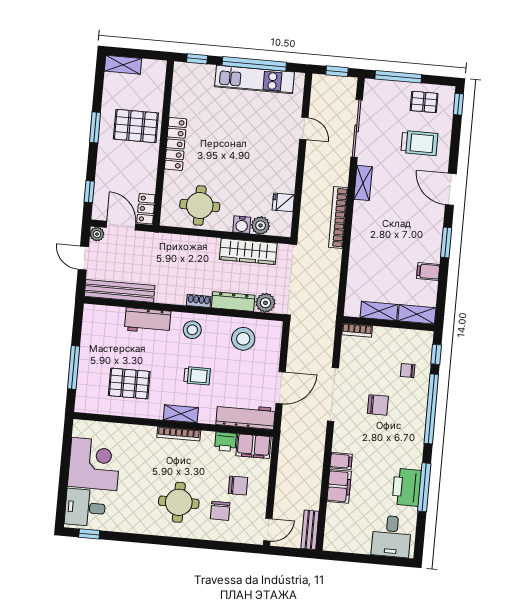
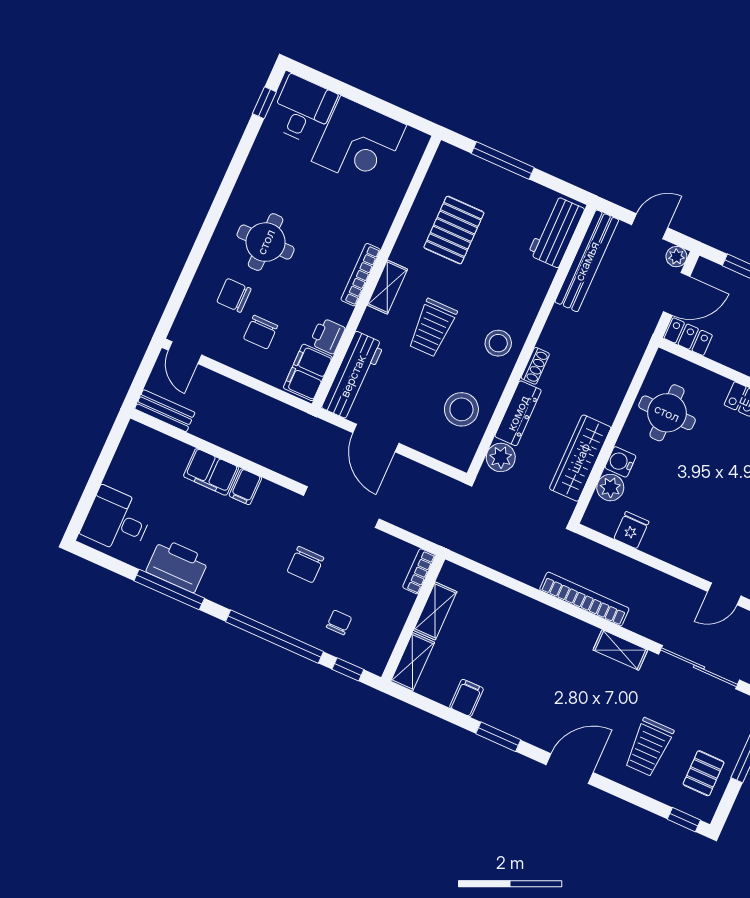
workbench: (148, 321) -> (556, 232), moved
trolley: (197, 376) -> (432, 328), width x1.36, depth x1.39

